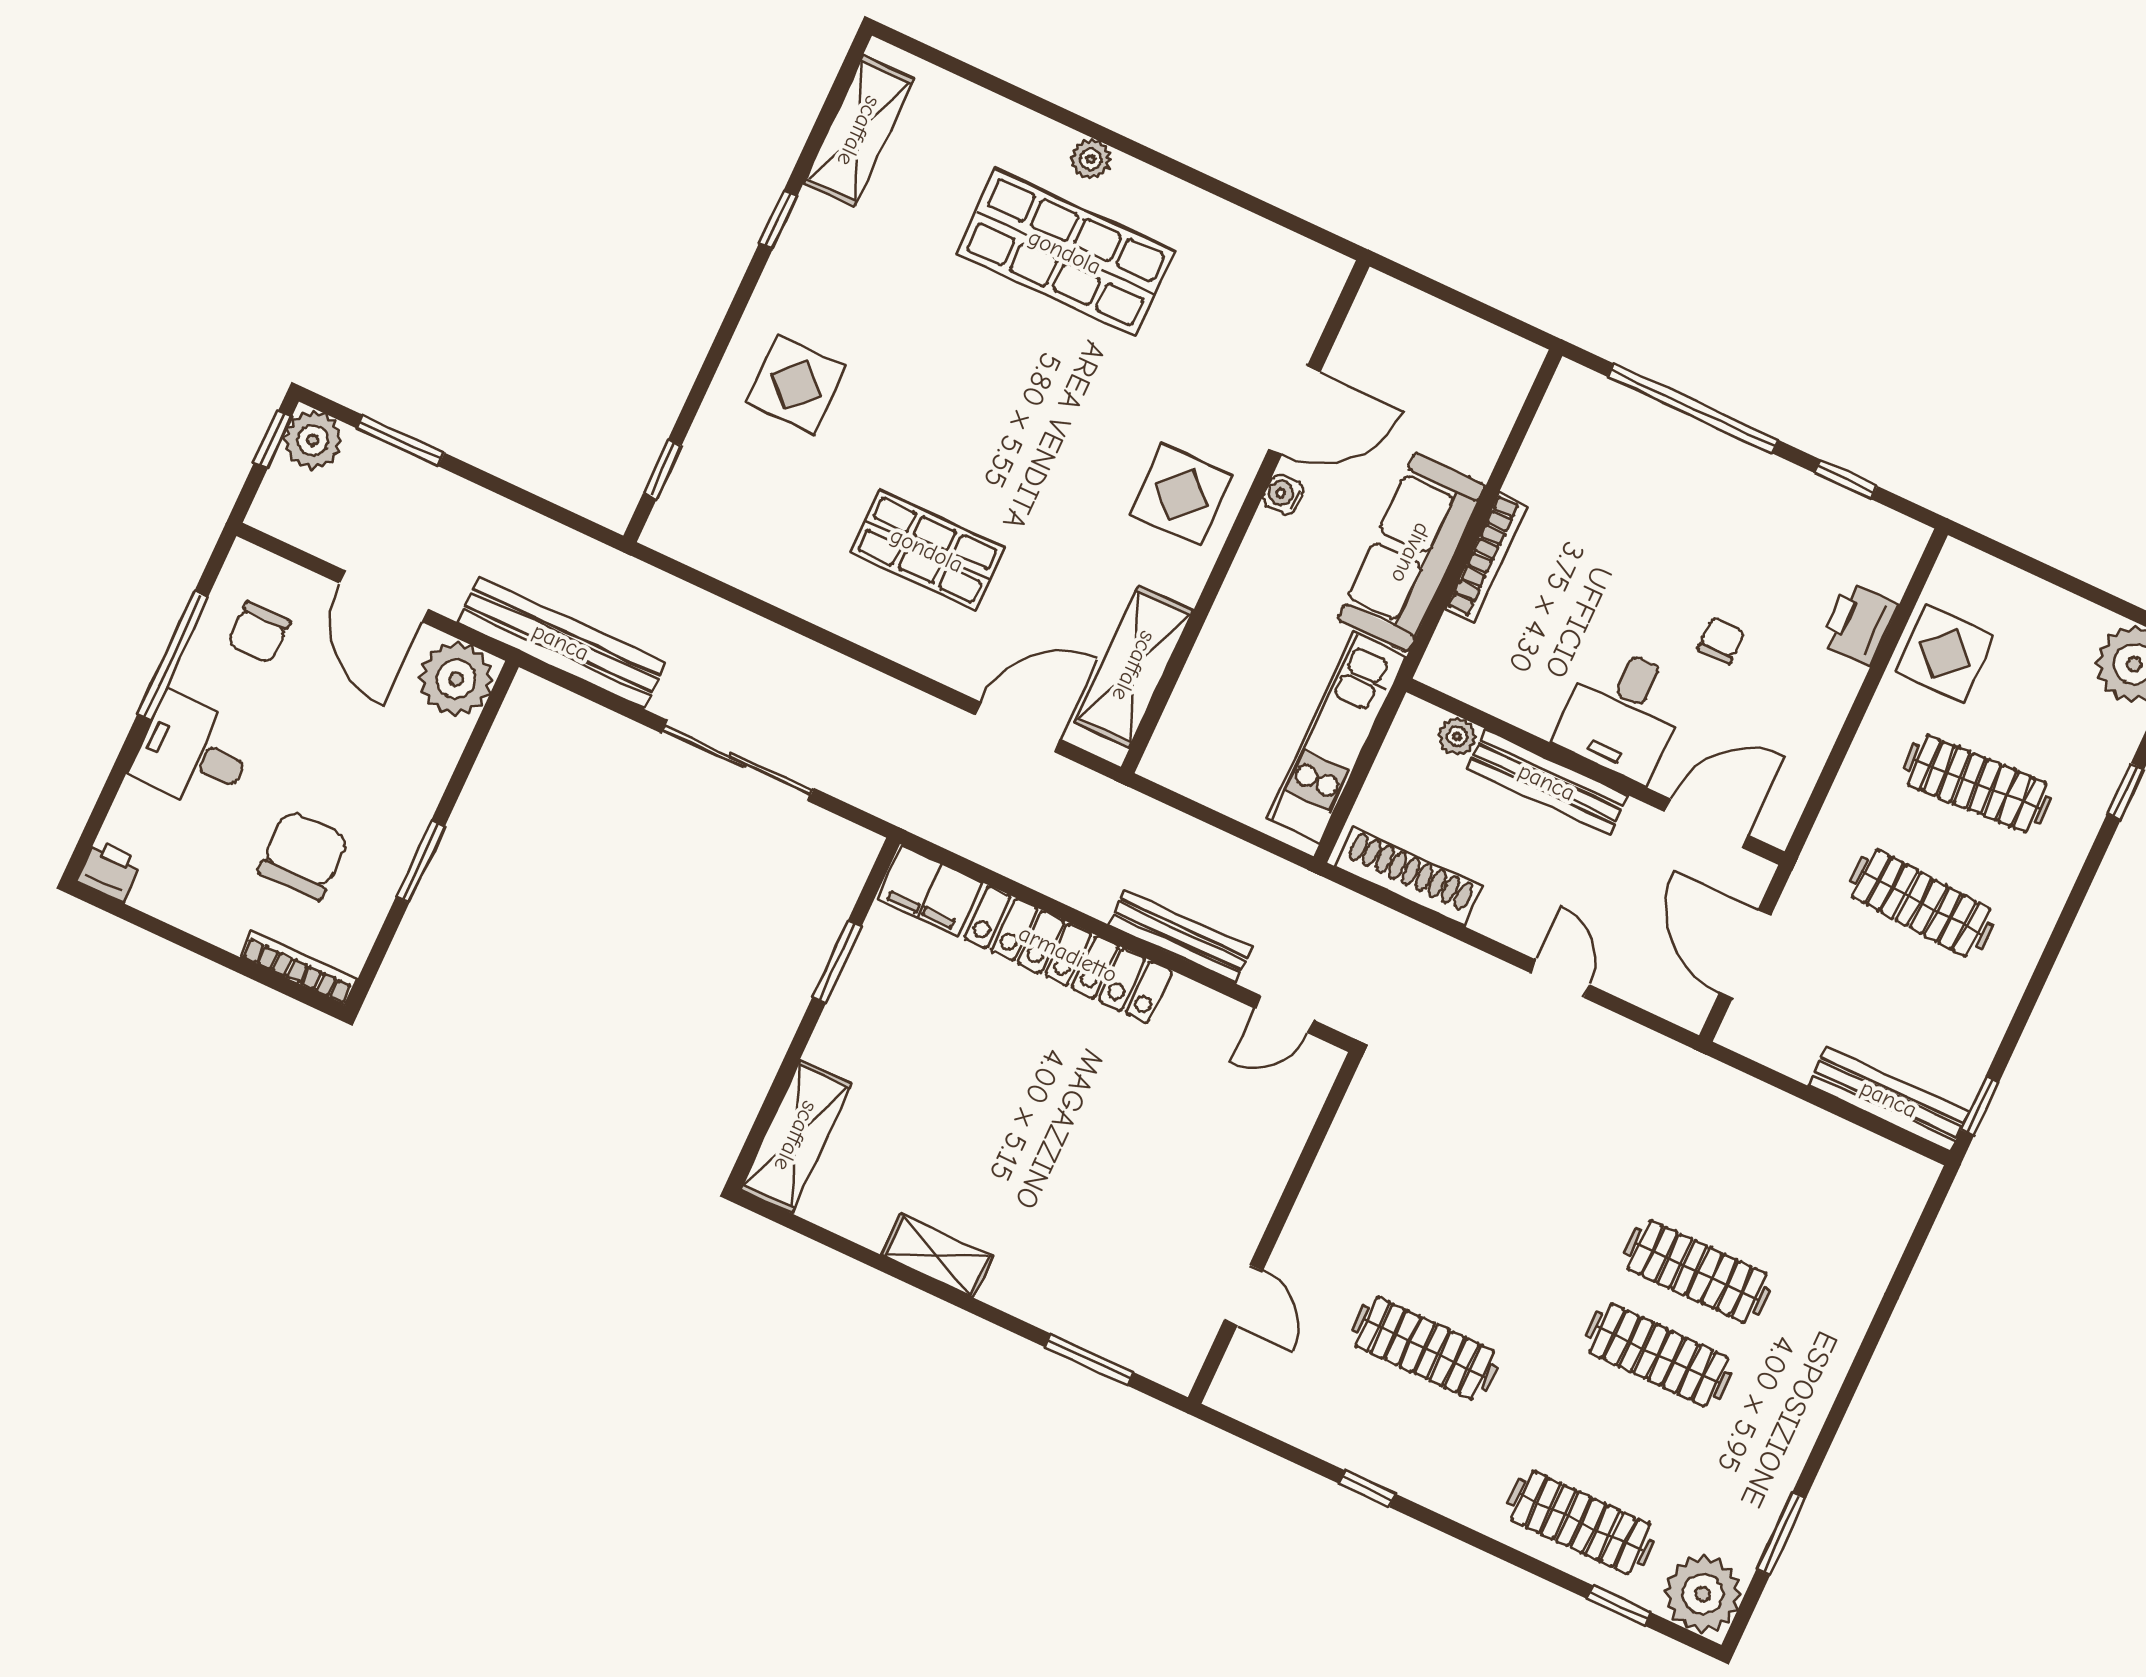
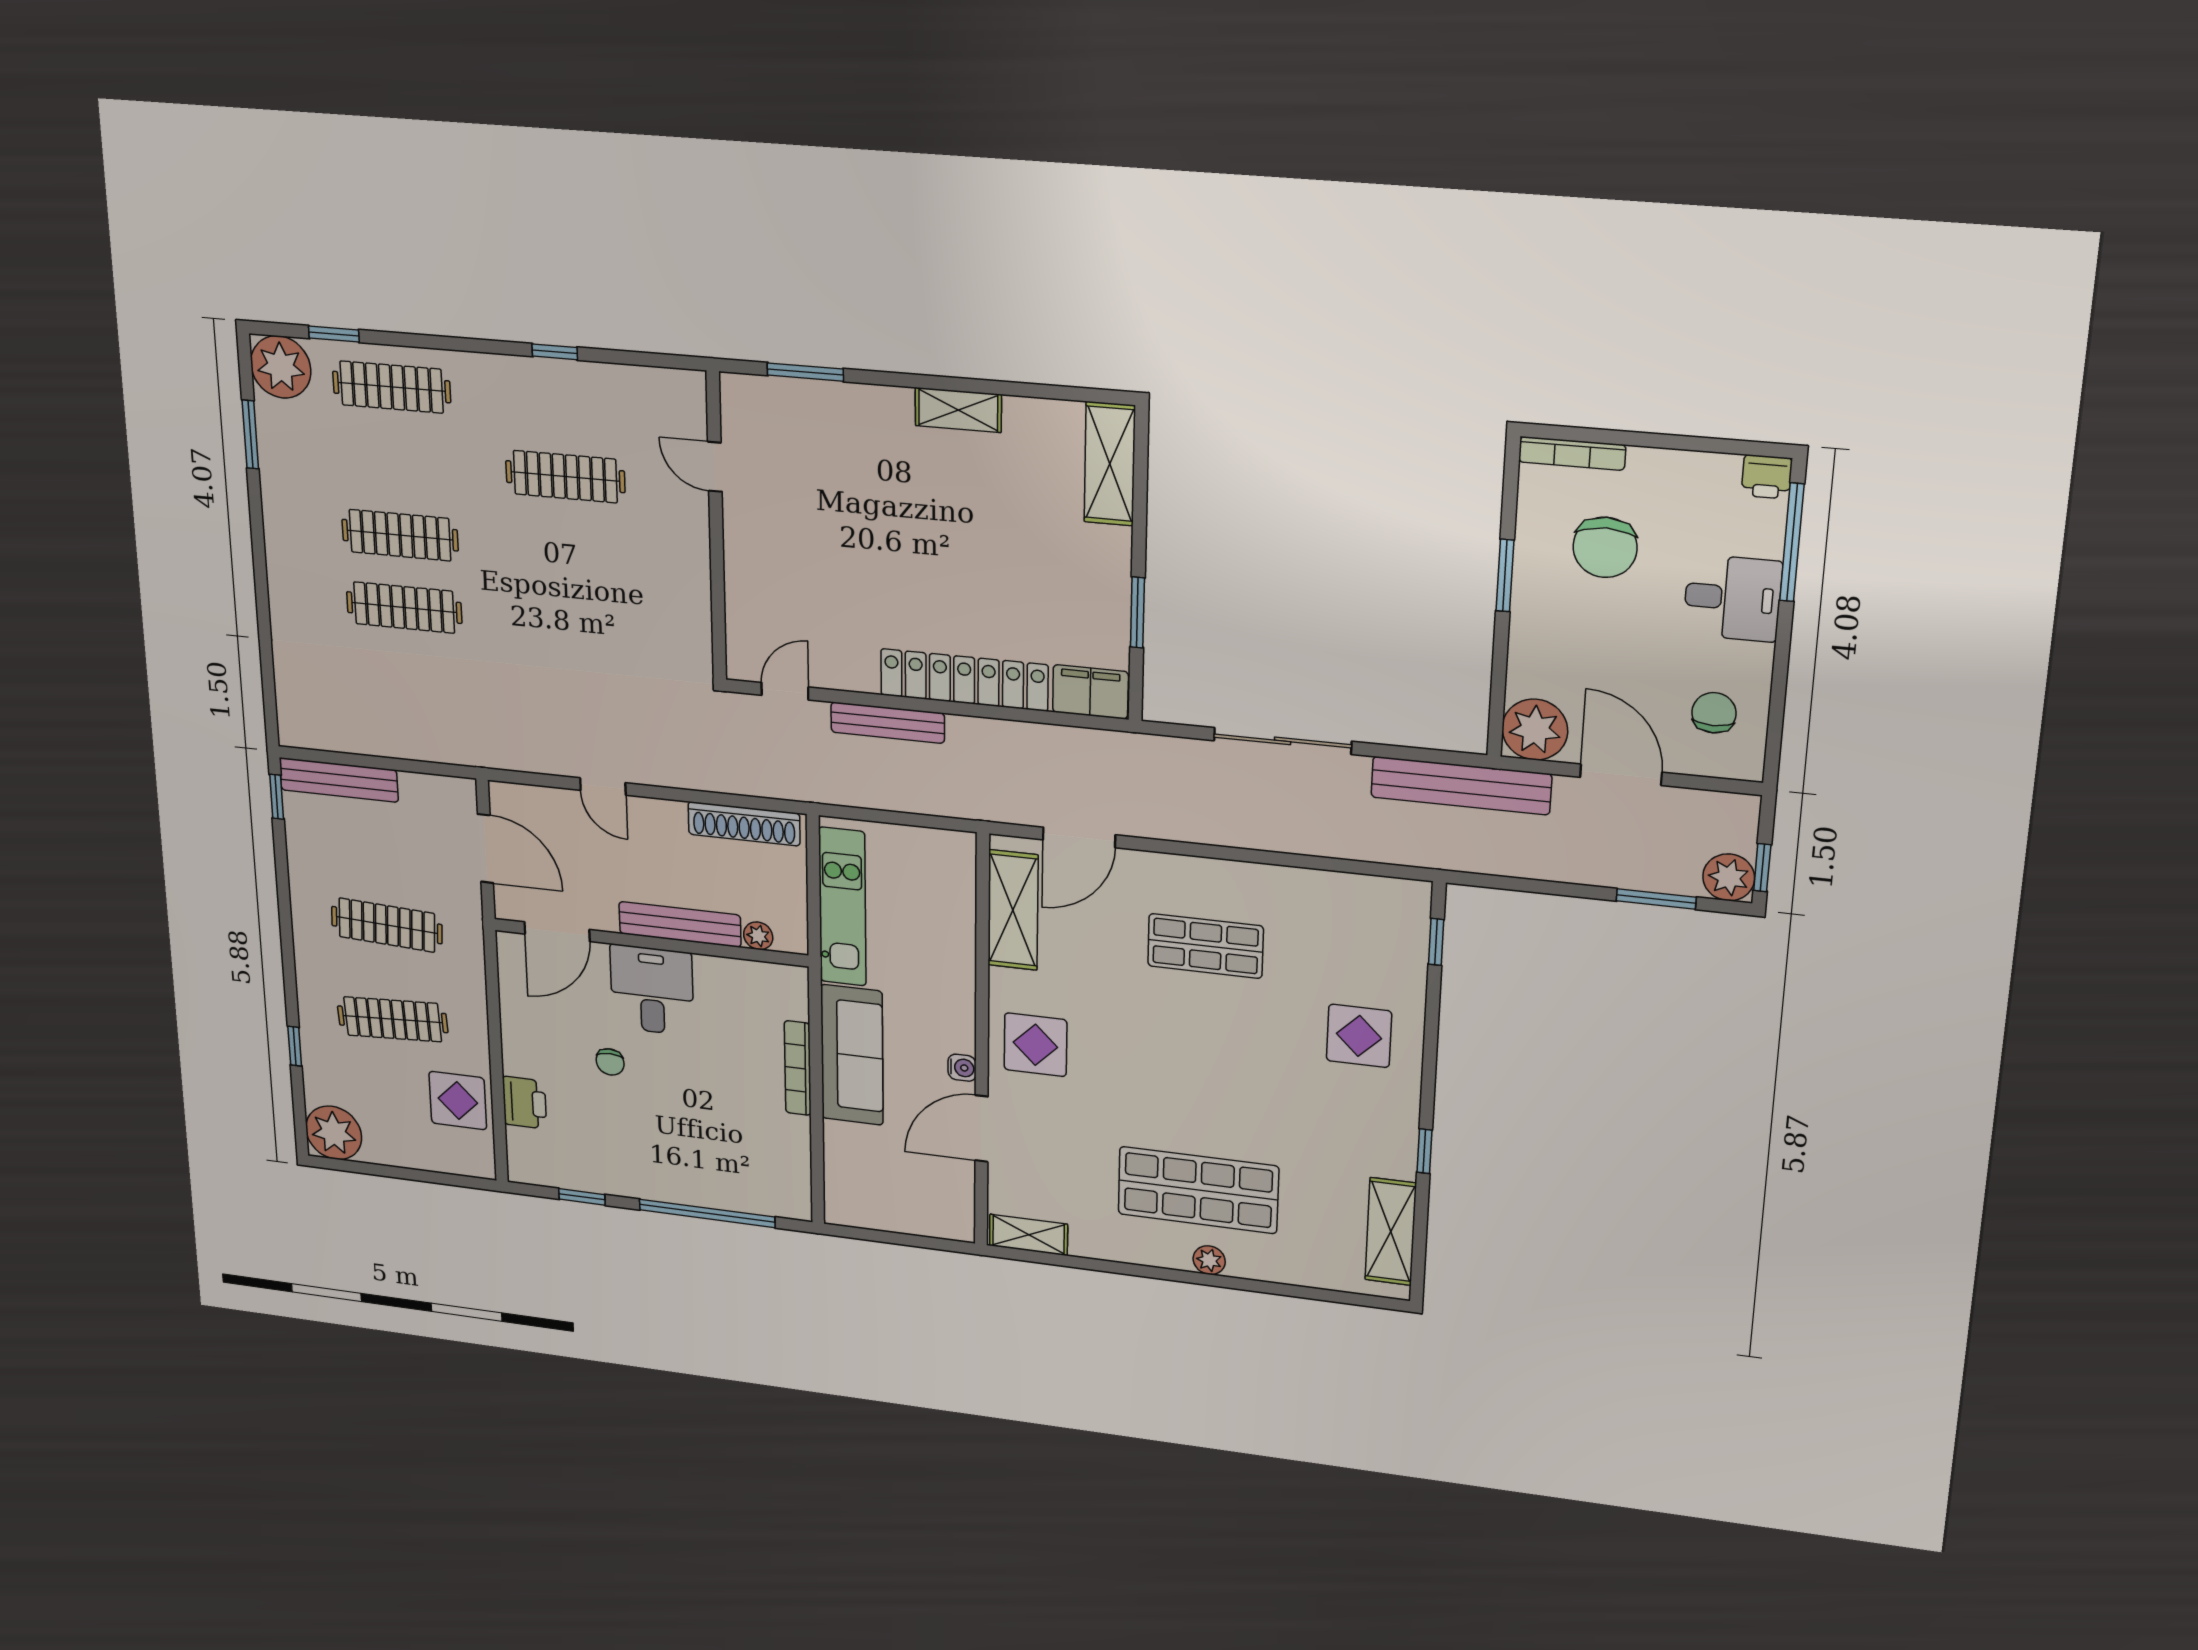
shelving: (1298, 258) -> (1029, 1235), added
window: (173, 656) -> (1792, 542), moved

